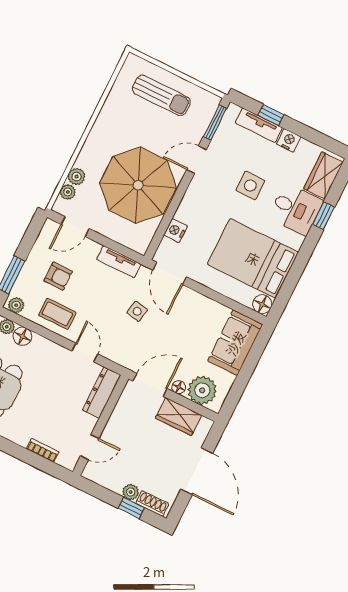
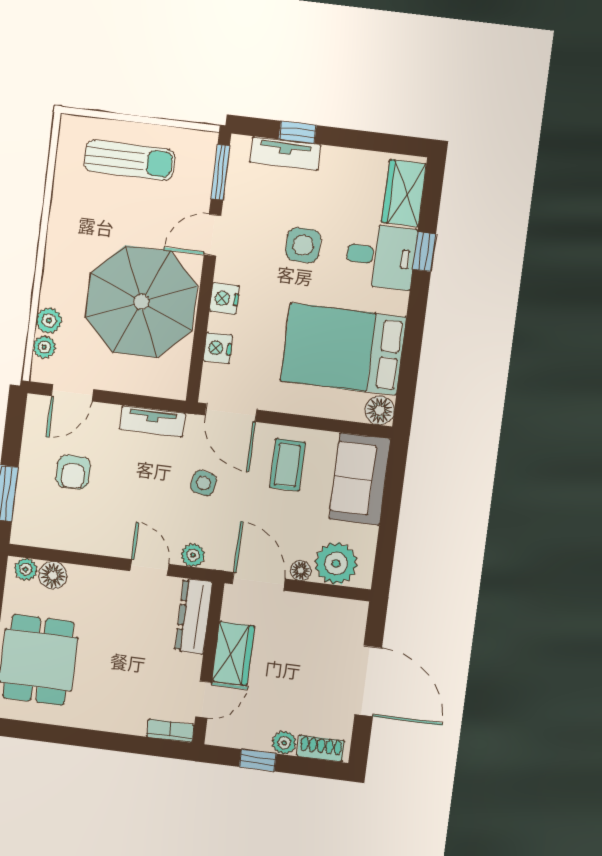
nightstand: (289, 140) -> (224, 299), moved, turned -90
armchair: (58, 276) -> (73, 472), turned 90
plant: (16, 305) -> (193, 555), moved
coffee table: (57, 314) -> (287, 465), moved, turned 90
door: (150, 385) -> (259, 581), hinge flipped
wardrobe: (178, 416) -> (233, 654), moved, turned -90
bookcase: (43, 450) -> (170, 731), moved
window: (131, 508) -> (258, 760), moved

